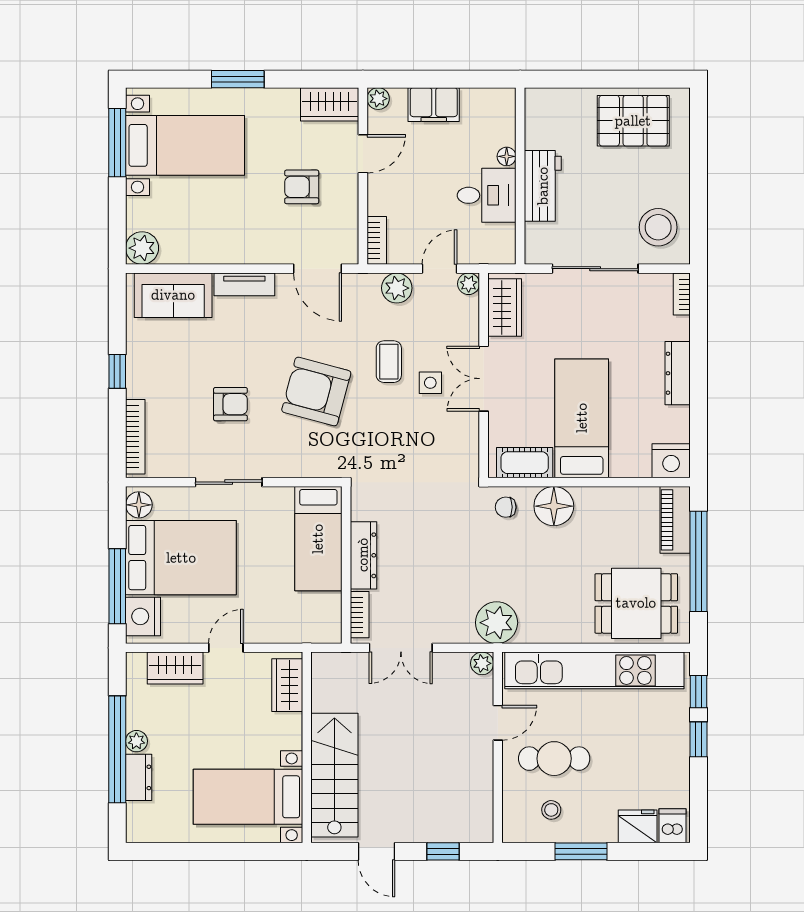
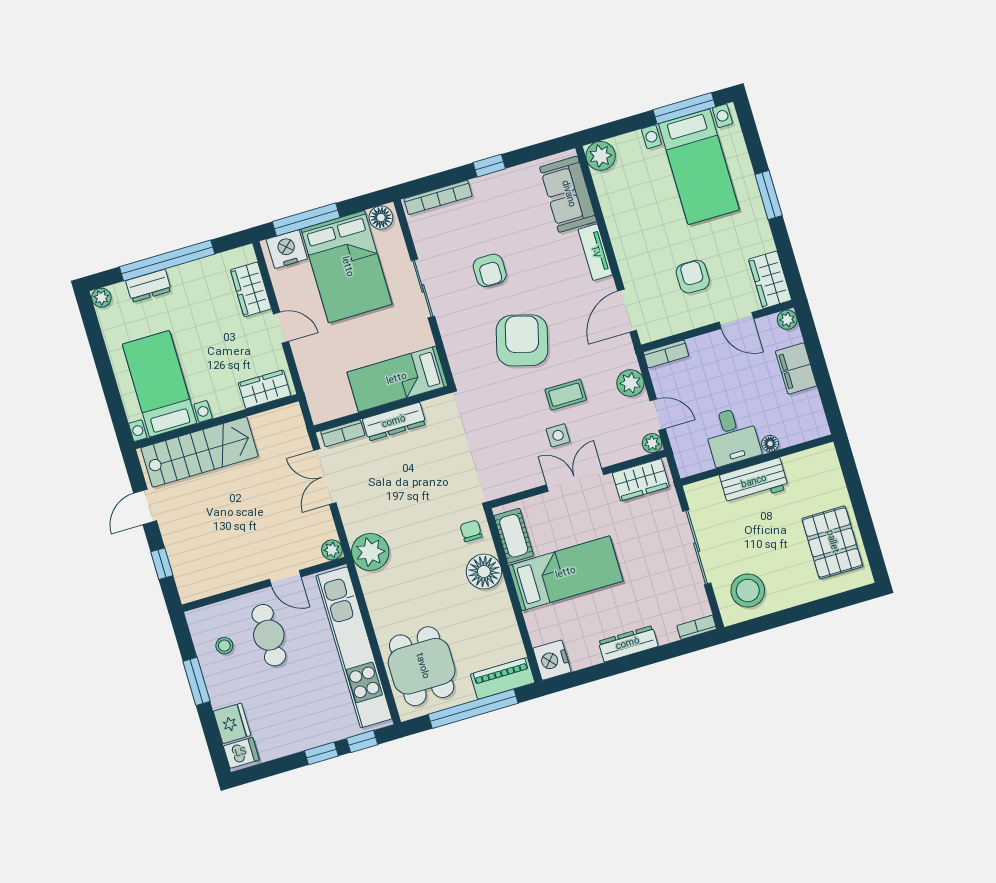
plant: (136, 741) -> (101, 298), moved

